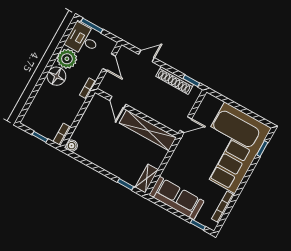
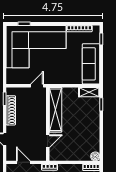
door: (109, 62) -> (23, 162), hinge flipped
door: (186, 125) -> (37, 86), hinge flipped

